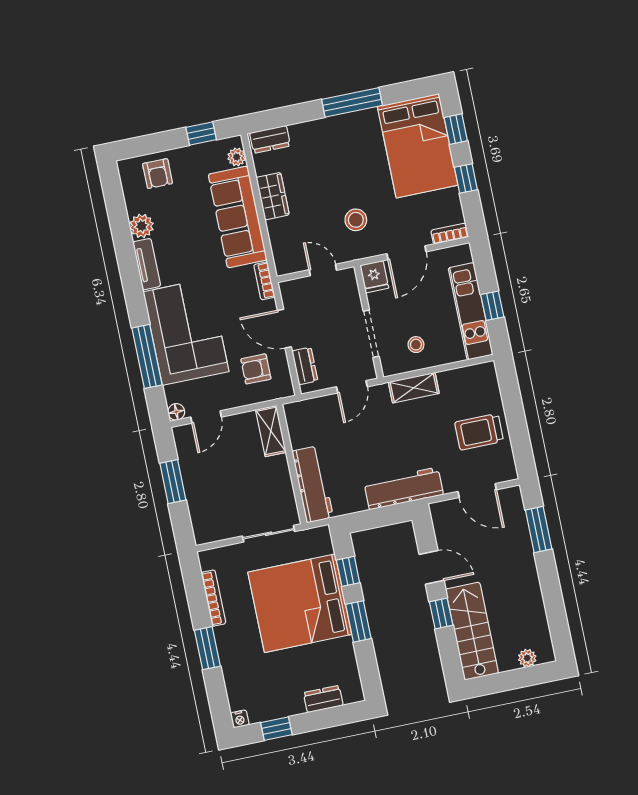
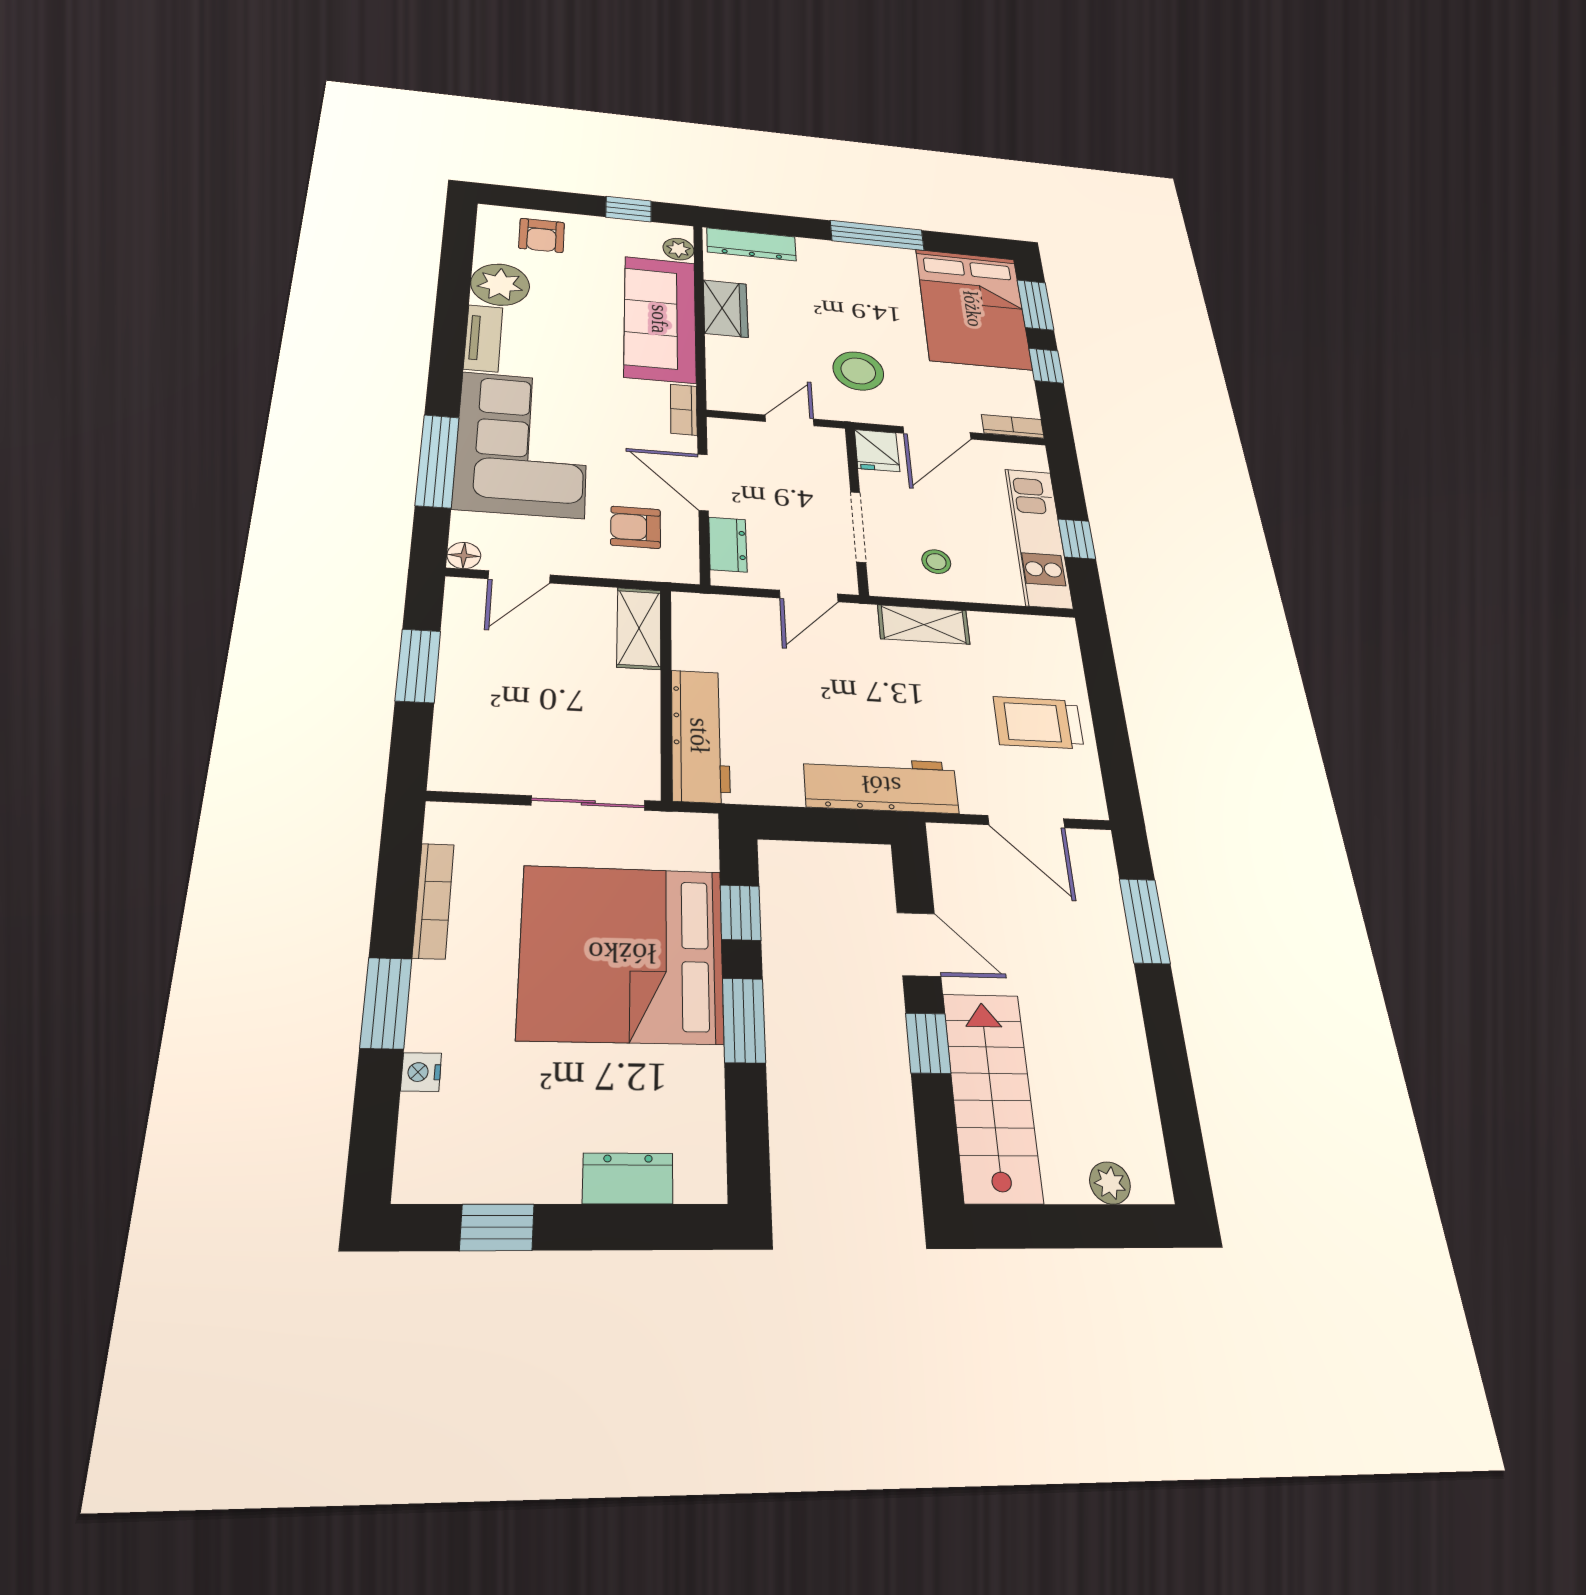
window: (456, 129) -> (1035, 305), width x1.50
dresser: (270, 139) -> (751, 244), width x1.44
stool: (356, 220) -> (858, 371), width x1.38, depth x1.38
plant: (142, 226) -> (500, 285), width x1.36, depth x1.36
door: (323, 270) -> (790, 420), hinge flipped
nightstand: (240, 719) -> (421, 1072), moved, turned 90

